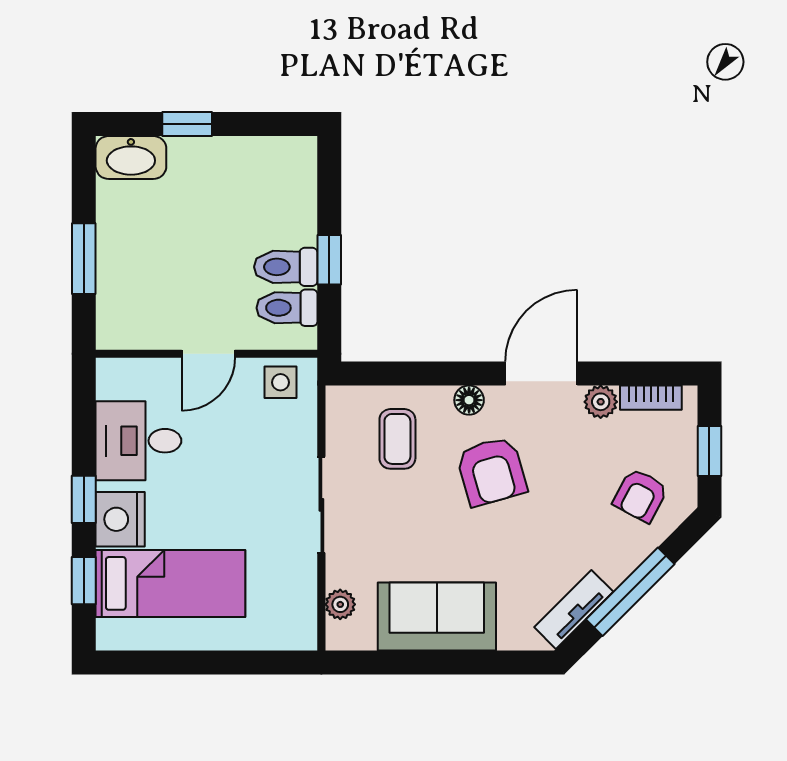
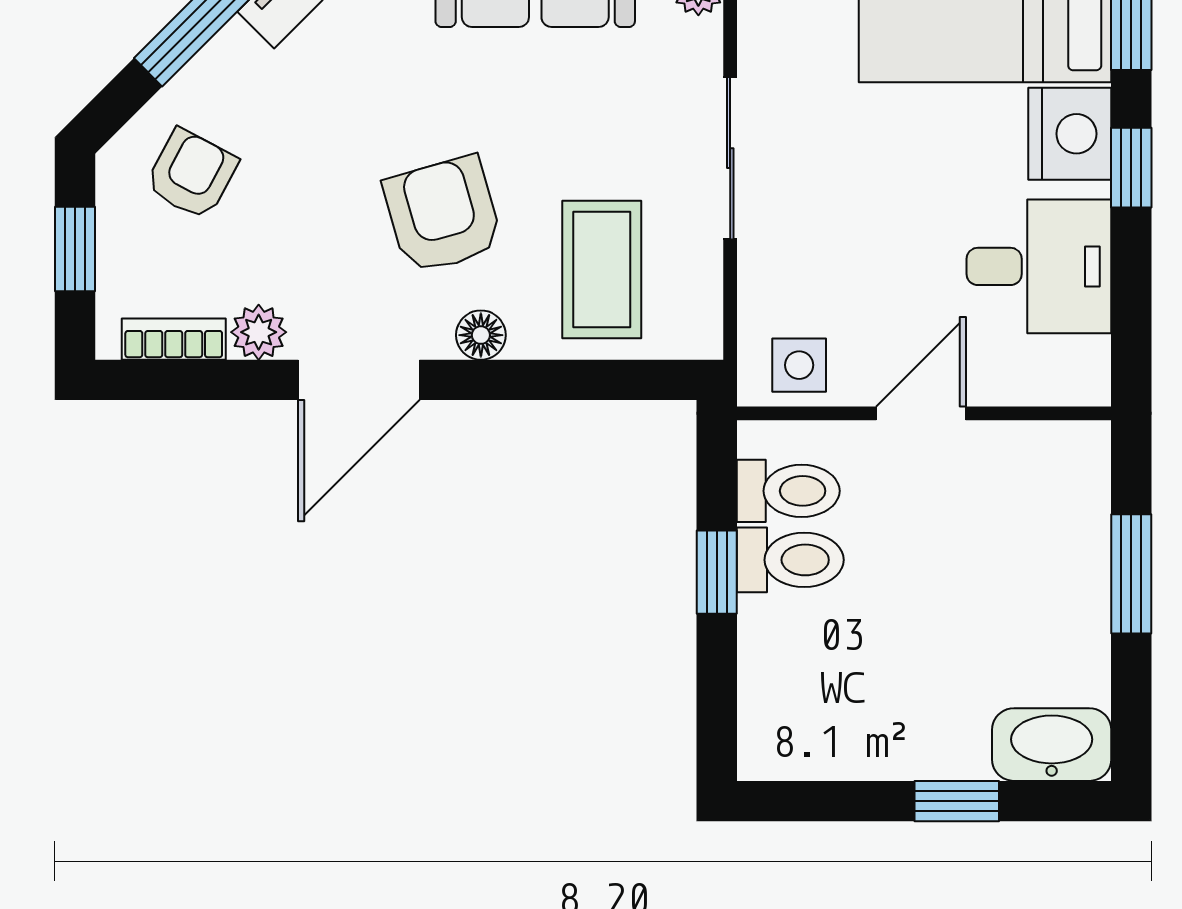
coffee table: (397, 439) -> (602, 269), width x1.36, depth x1.30

